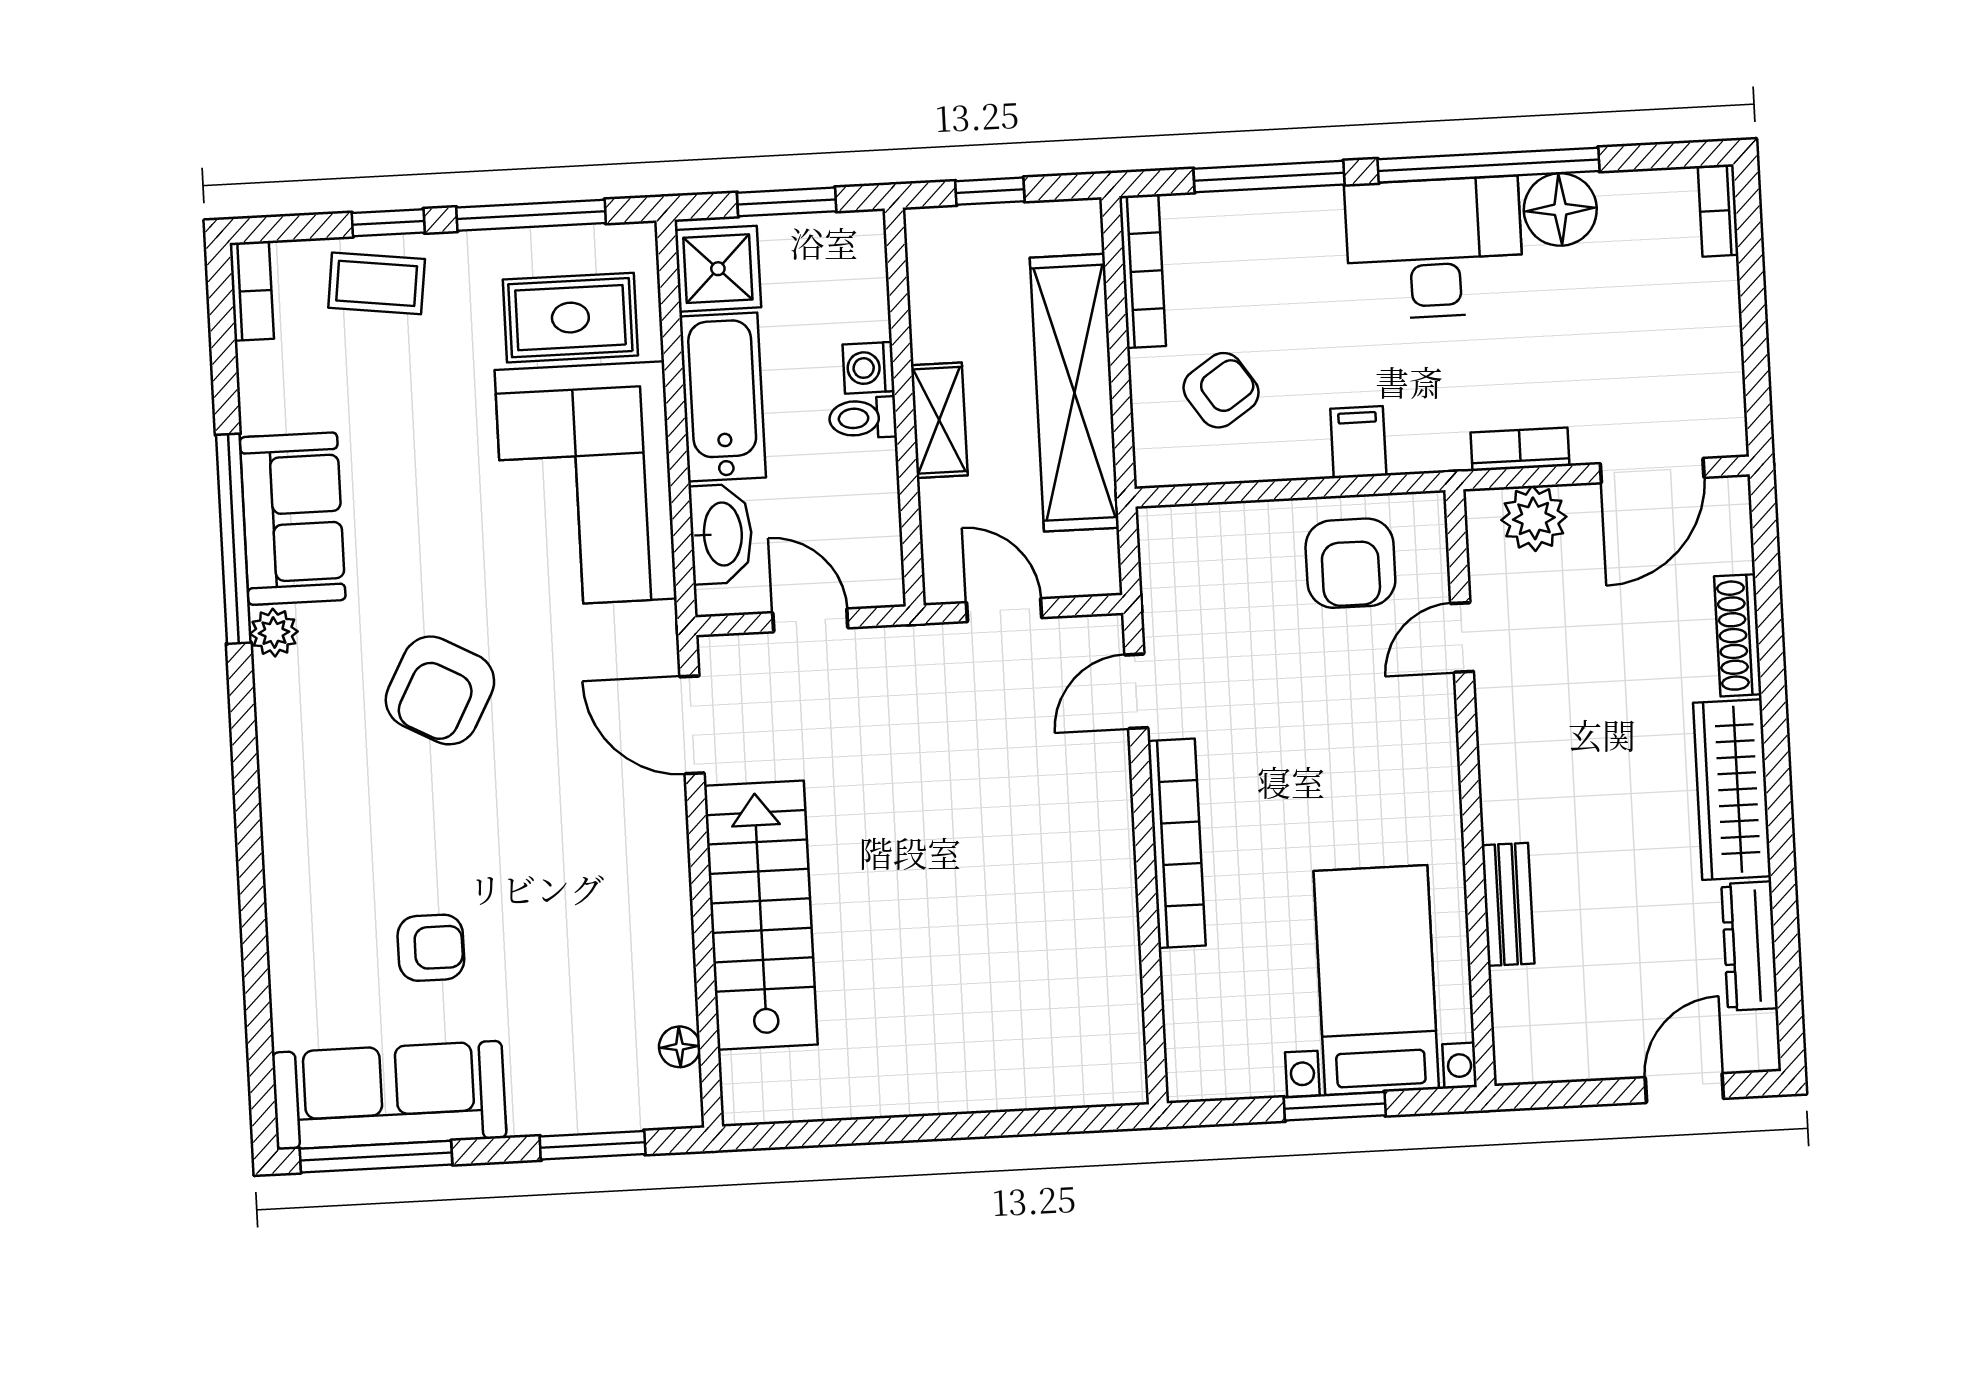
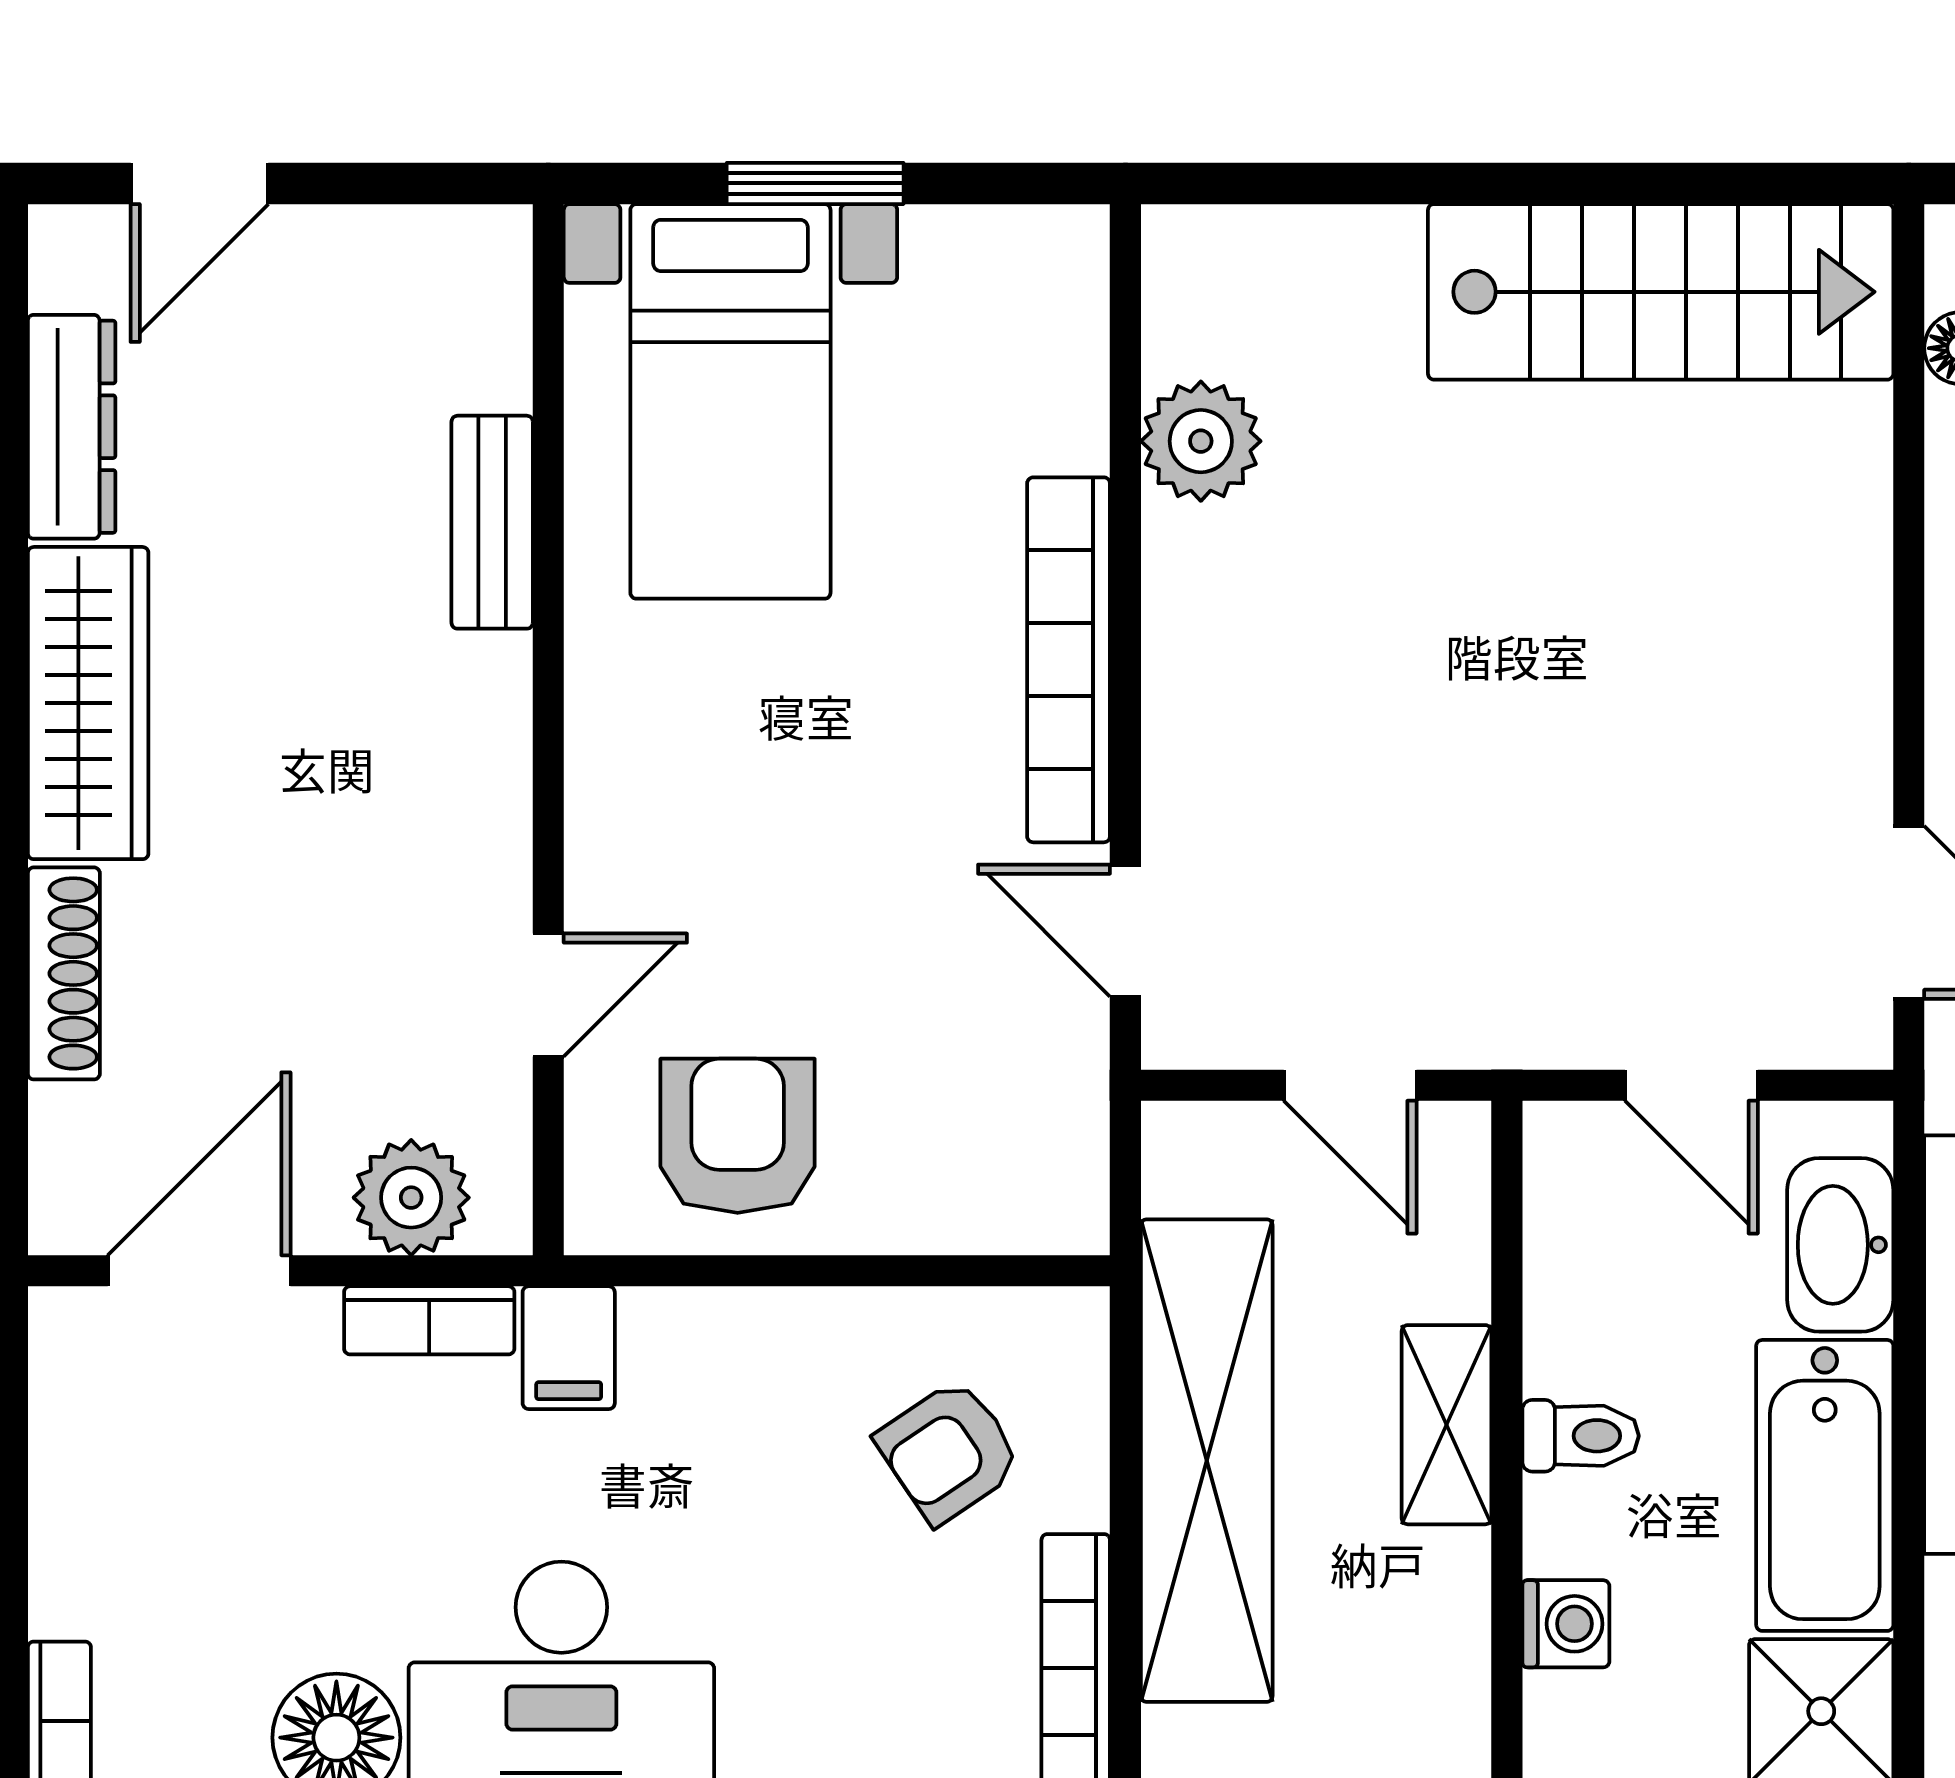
washing machine: (869, 368) -> (1566, 1624), moved
filing cabinet: (1358, 442) -> (569, 1348), moved
door: (1136, 691) -> (1125, 931), swing flipped
stairs: (761, 915) -> (1661, 292), moved, turned -90
plant: (1108, 971) -> (1201, 441), added

